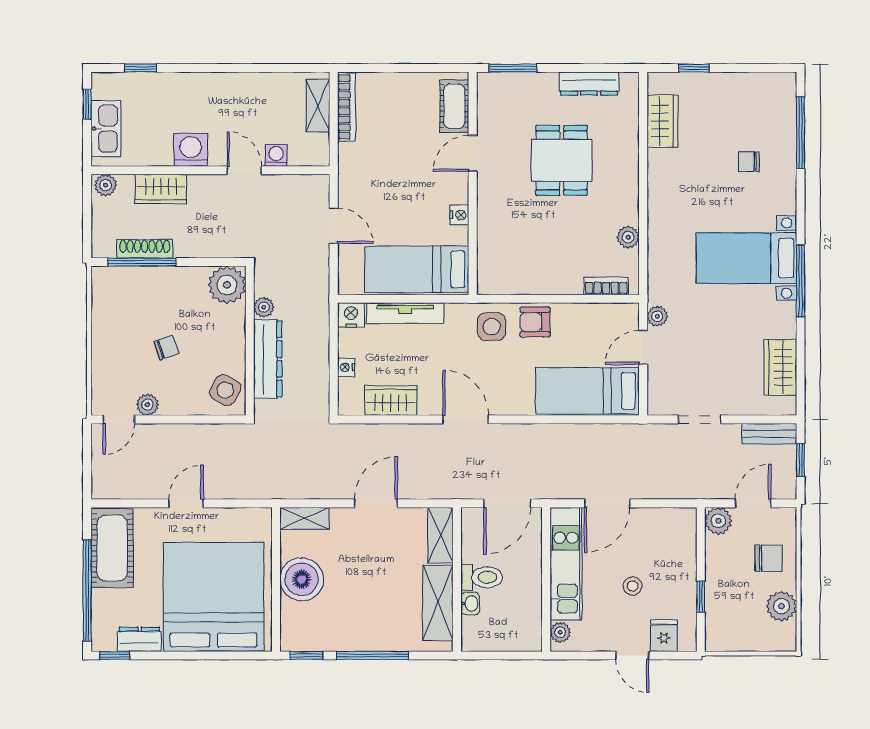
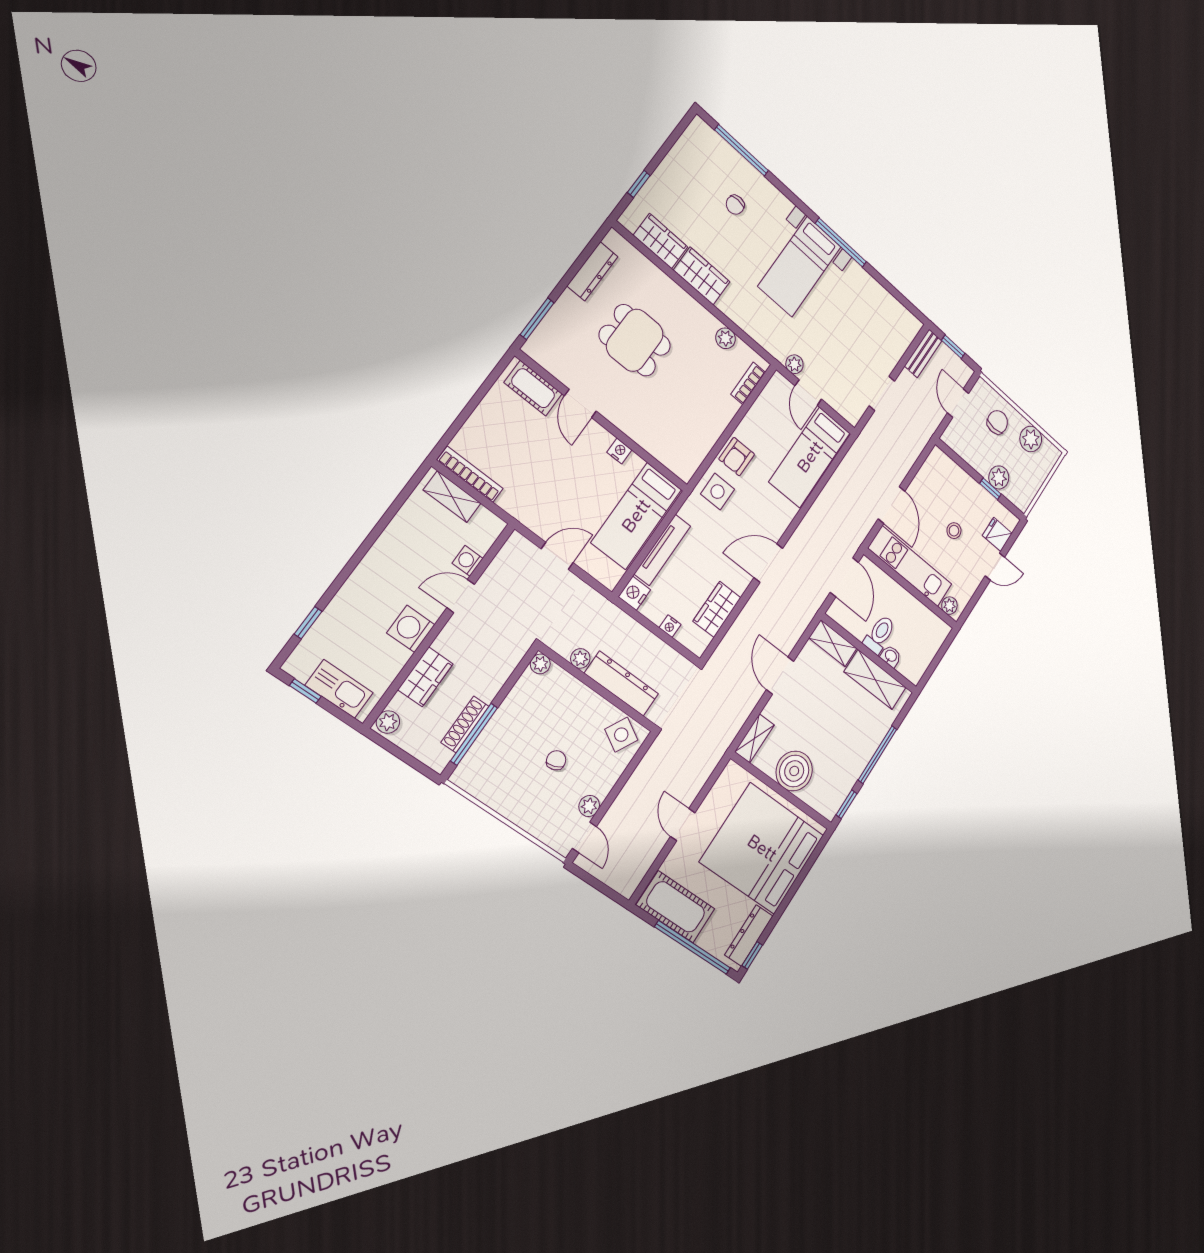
plant: (227, 285) -> (540, 664), width x0.53, depth x0.53
wardrobe: (780, 367) -> (702, 276), moved, turned 180
plant: (718, 521) -> (999, 477), moved
dresser: (139, 639) -> (749, 935), width x1.44

